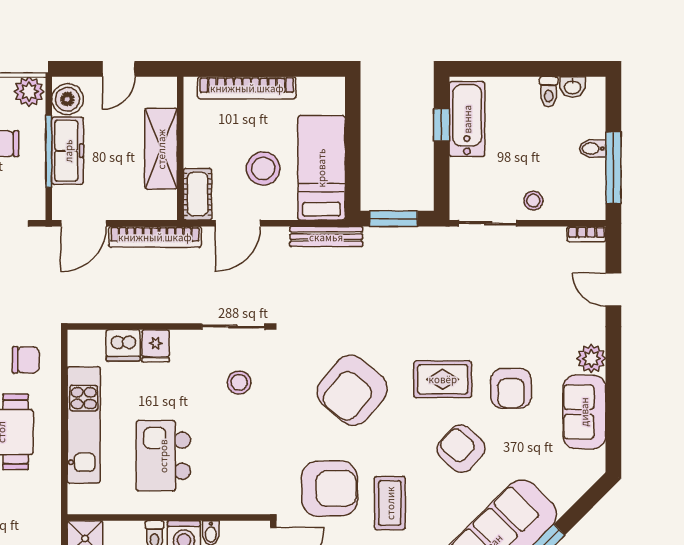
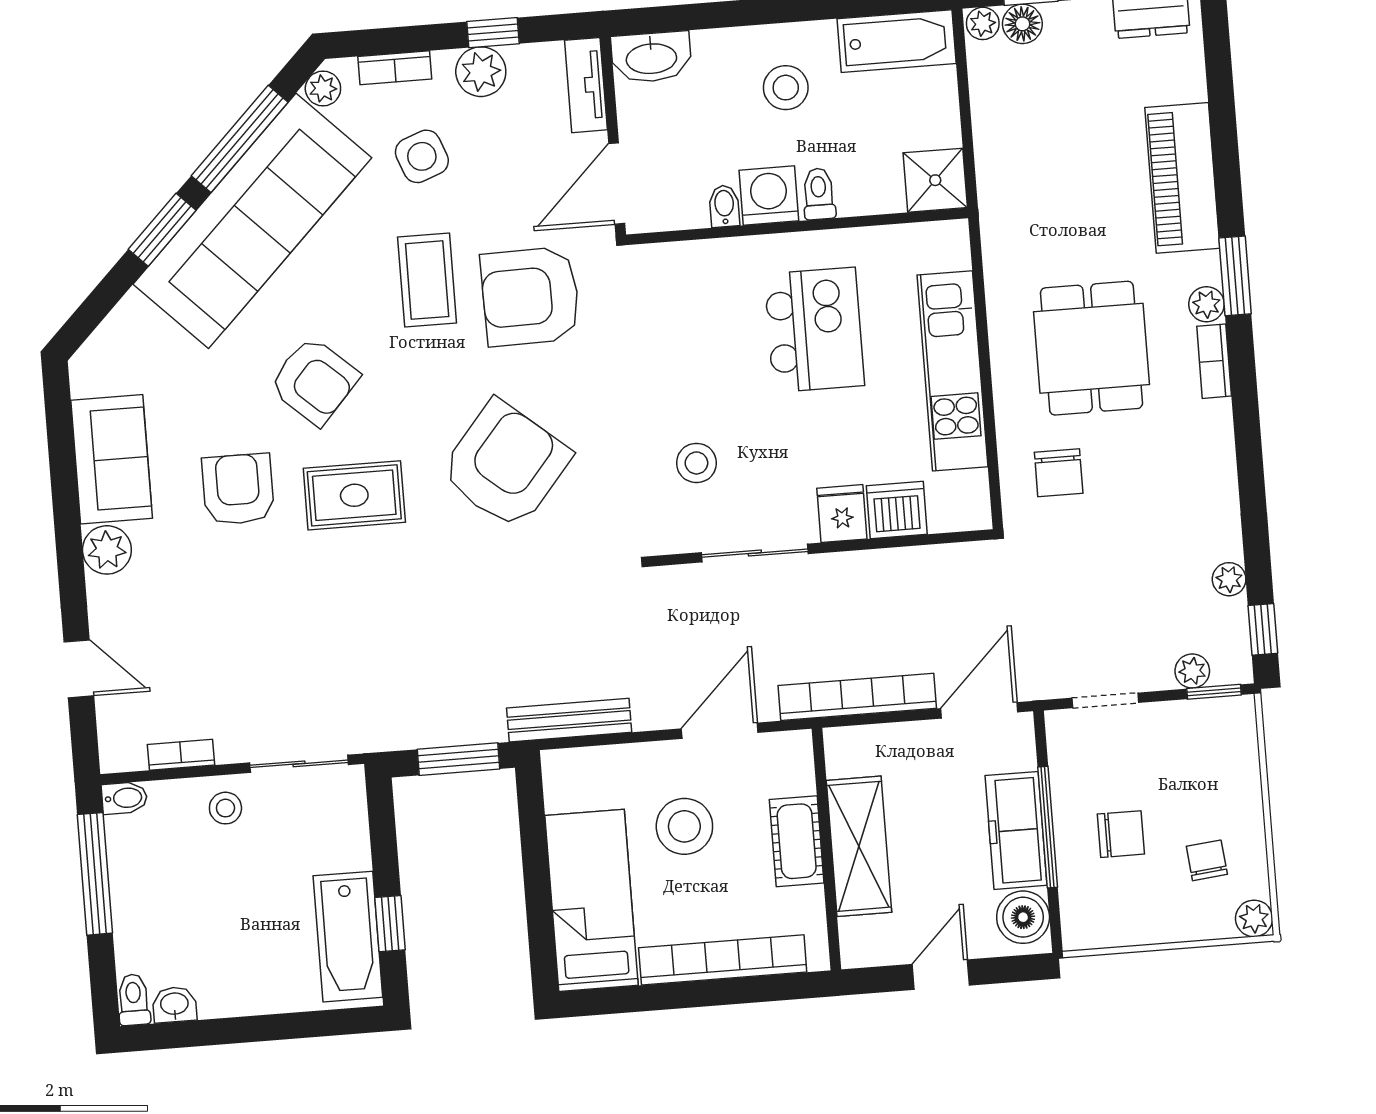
plant: (29, 92) -> (1089, 925), removed
toilet: (549, 92) -> (134, 1000), moved
bidet: (592, 149) -> (124, 798), moved
bed: (321, 168) -> (592, 900), moved, turned 180
cot: (198, 194) -> (797, 841), moved
bookcase: (586, 234) -> (181, 755), moved
sliding door: (233, 327) -> (755, 553), moved
chair: (26, 360) -> (1059, 473), turned -90

